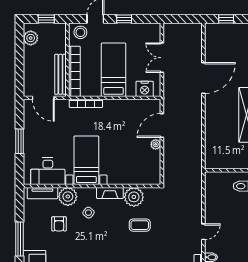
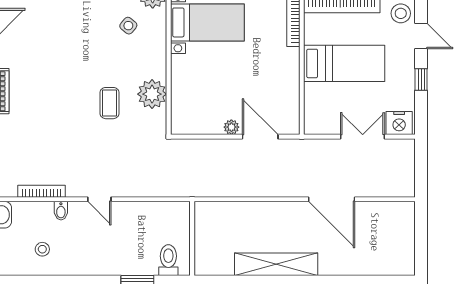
window: (226, 19) -> (421, 234), removed
nightstand: (145, 89) -> (399, 123), moved, turned -90
fireplace: (110, 193) -> (158, 58), removed

